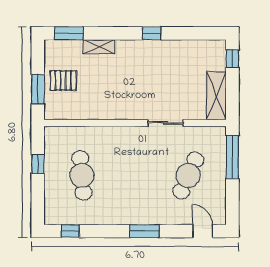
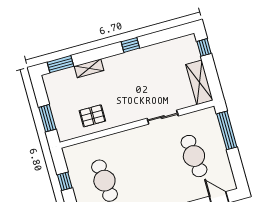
pallet: (63, 80) -> (92, 116), moved
cafe table: (188, 175) -> (194, 156), turned -30

